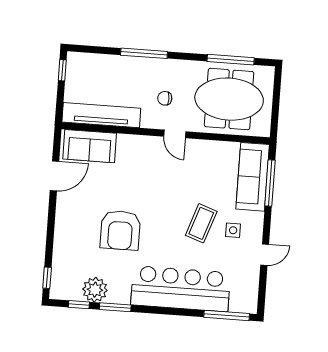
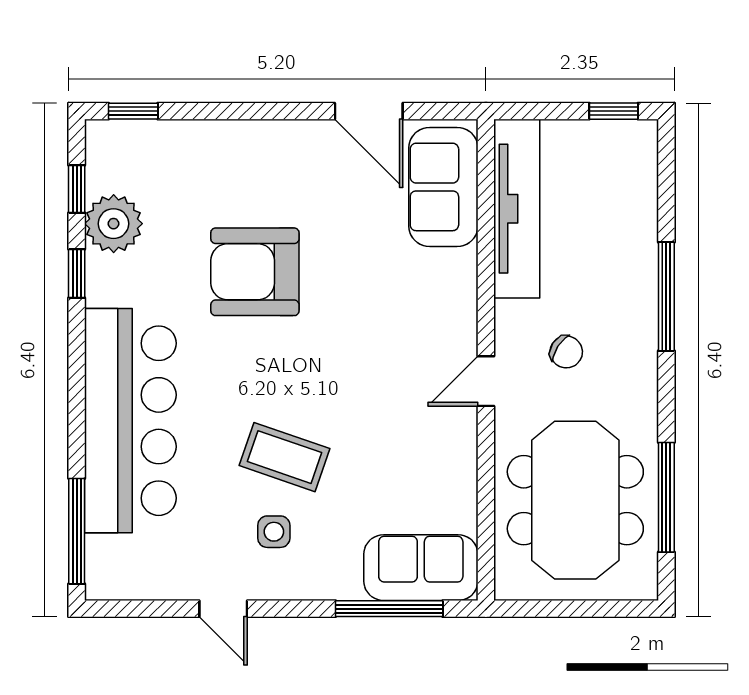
chair: (165, 98) -> (566, 352), turned 123
sofa: (253, 177) -> (421, 568), width x0.73
window: (115, 307) -> (77, 273), width x0.67

